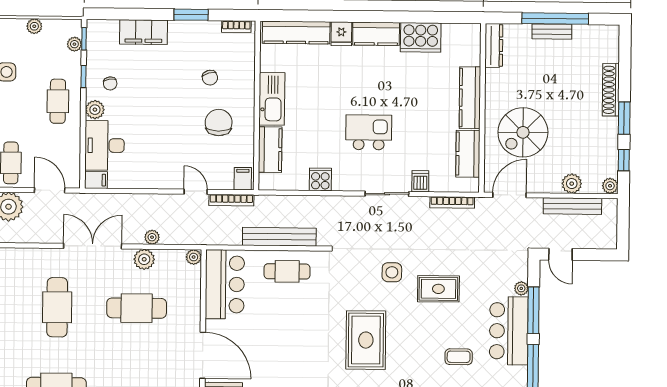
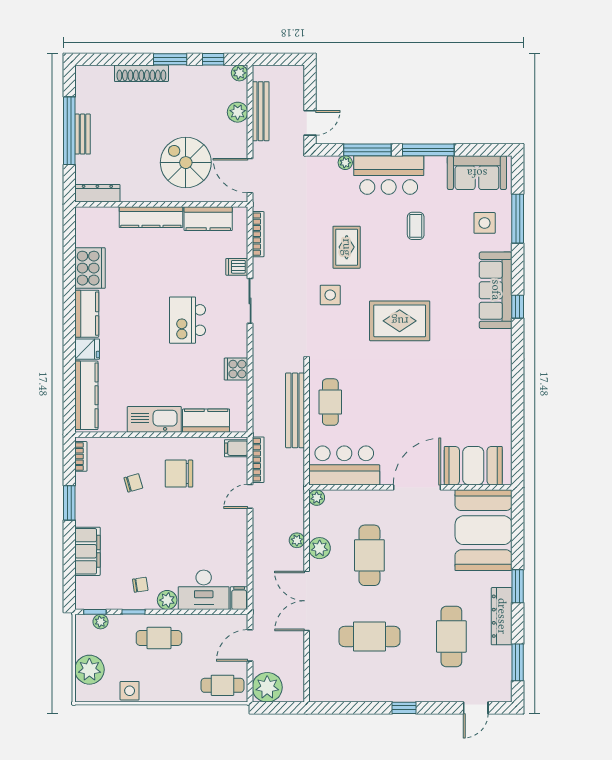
plant: (34, 26) -> (89, 670), width x1.87, depth x1.87
spiral stairs: (523, 132) -> (186, 163), turned 180

